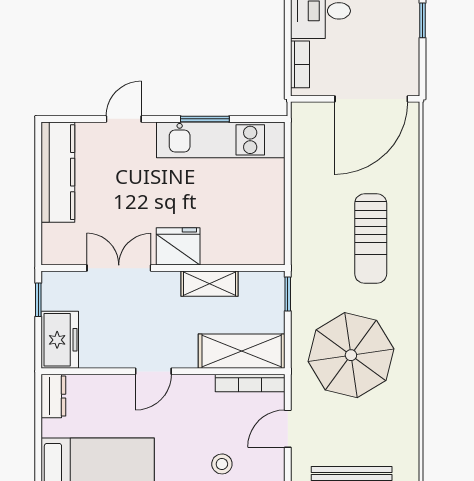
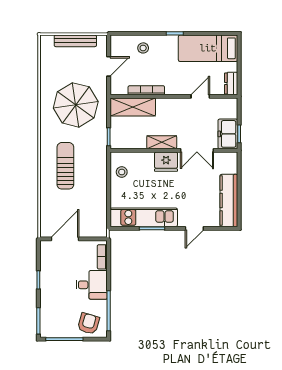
door: (371, 99) -> (65, 239), width x0.73
stool: (263, 227) -> (122, 172), added
shelving: (209, 284) -> (162, 142), moved
freezer: (60, 340) -> (228, 134), moved
door: (153, 371) -> (200, 96), moved
bookcase: (250, 383) -> (146, 90), moved

